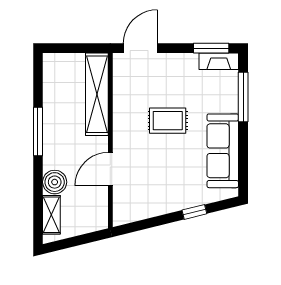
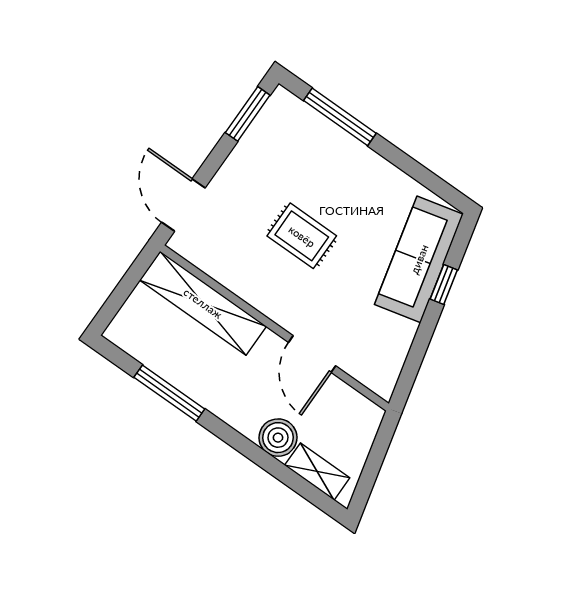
fireplace: (219, 61) -> (272, 116), removed
rug: (168, 121) -> (302, 236), turned 90
window: (38, 131) -> (169, 393), moved
sofa: (223, 151) -> (419, 259), moved, turned 76

